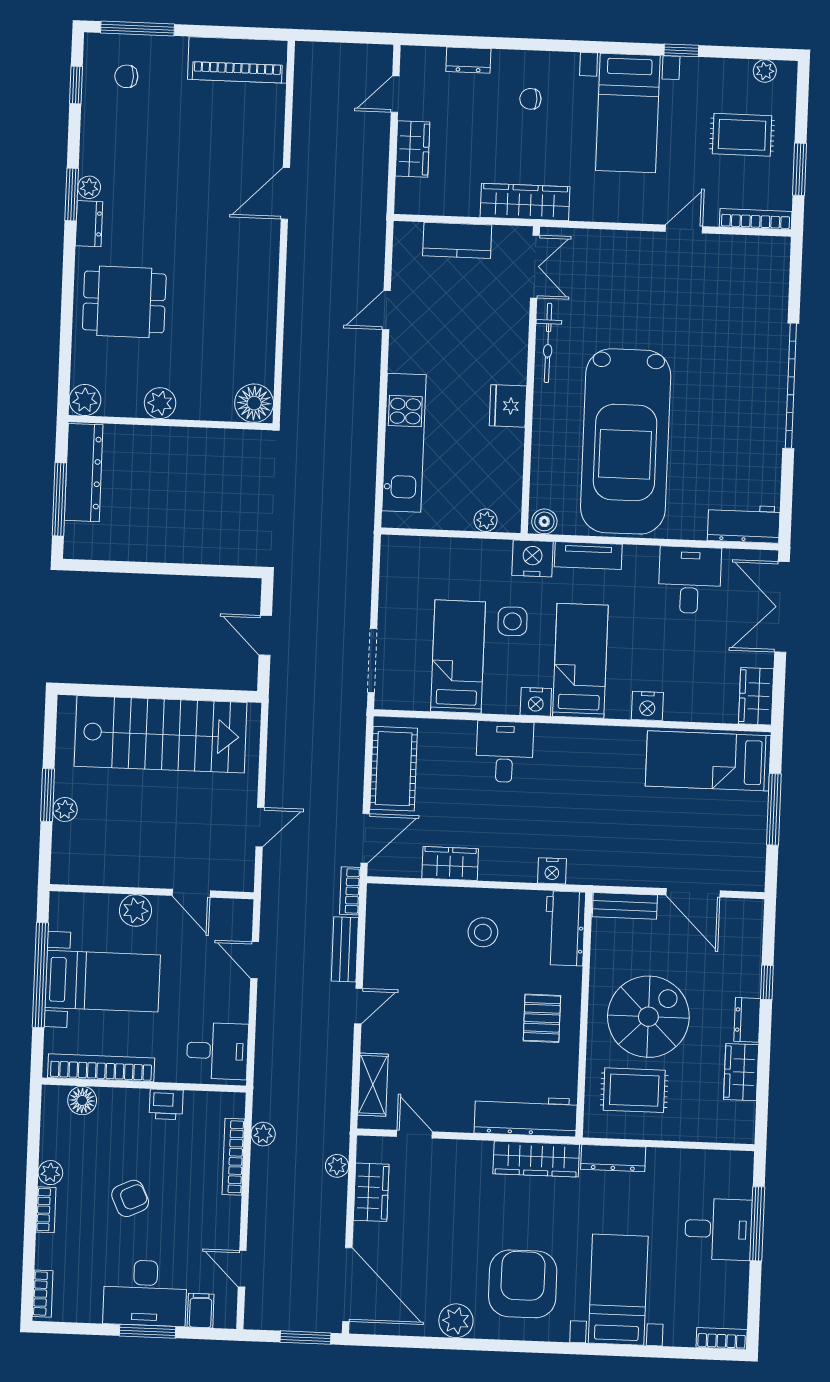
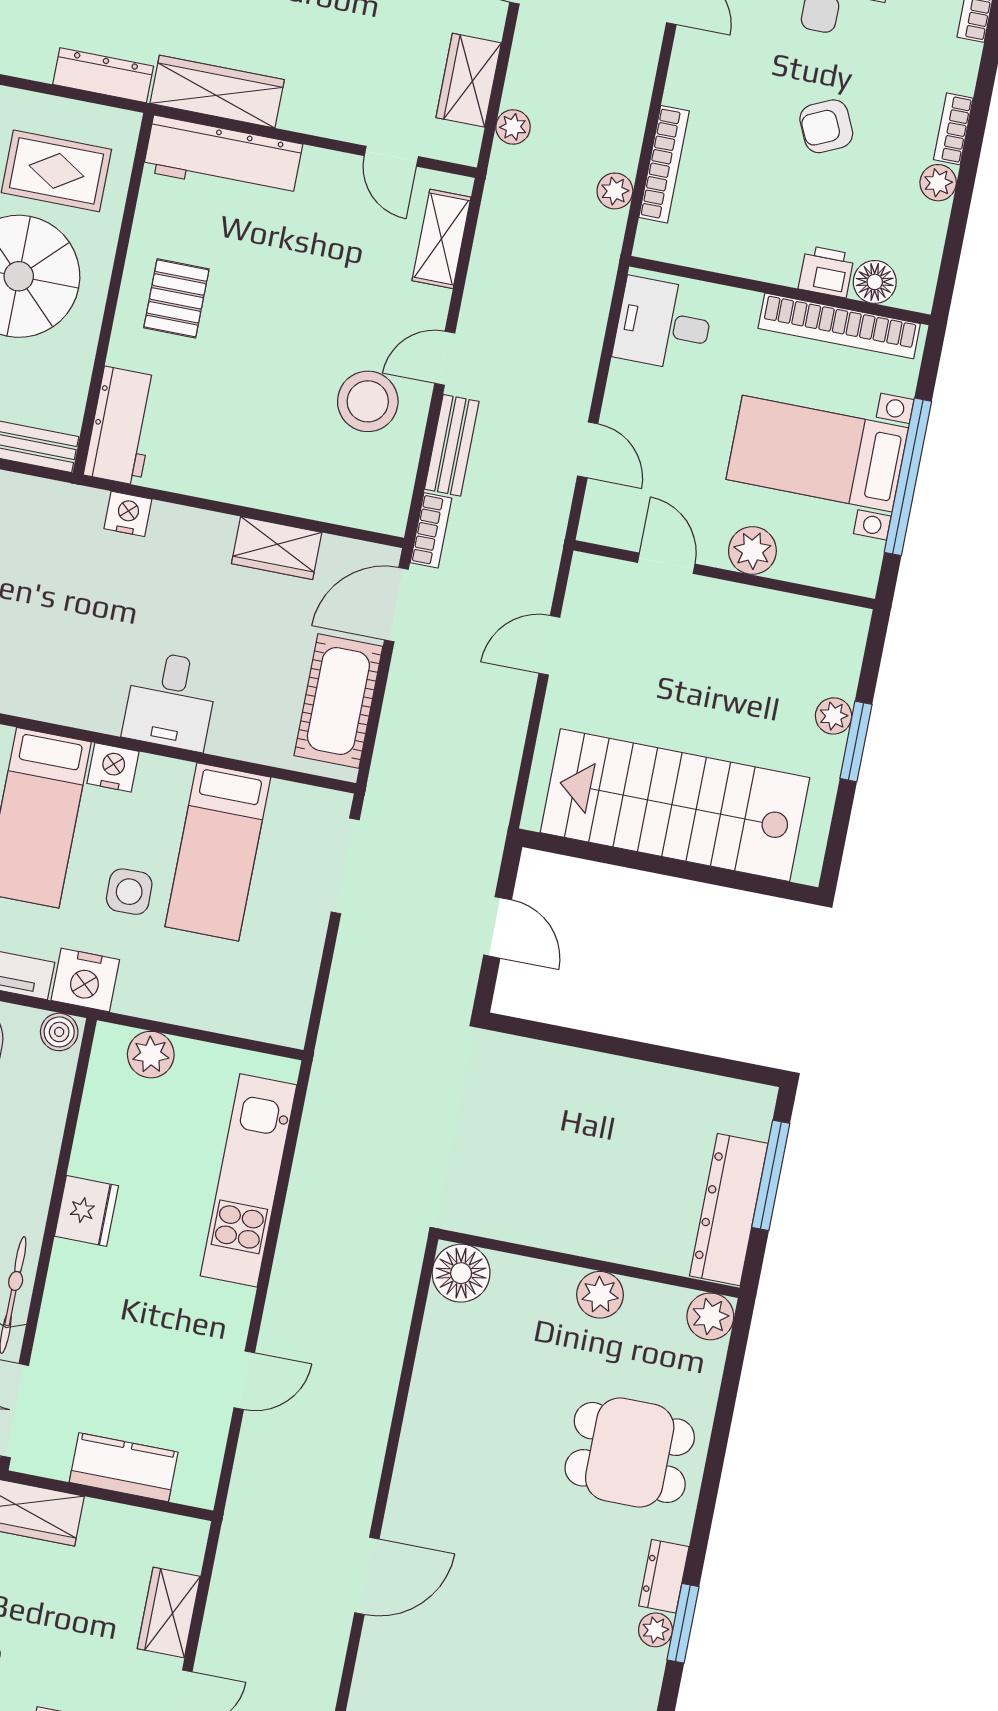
plant: (486, 520) -> (151, 1055), width x1.38, depth x1.38
stool: (483, 932) -> (368, 401), moved, width x1.38, depth x1.38
printer: (166, 1104) -> (826, 272), moved

